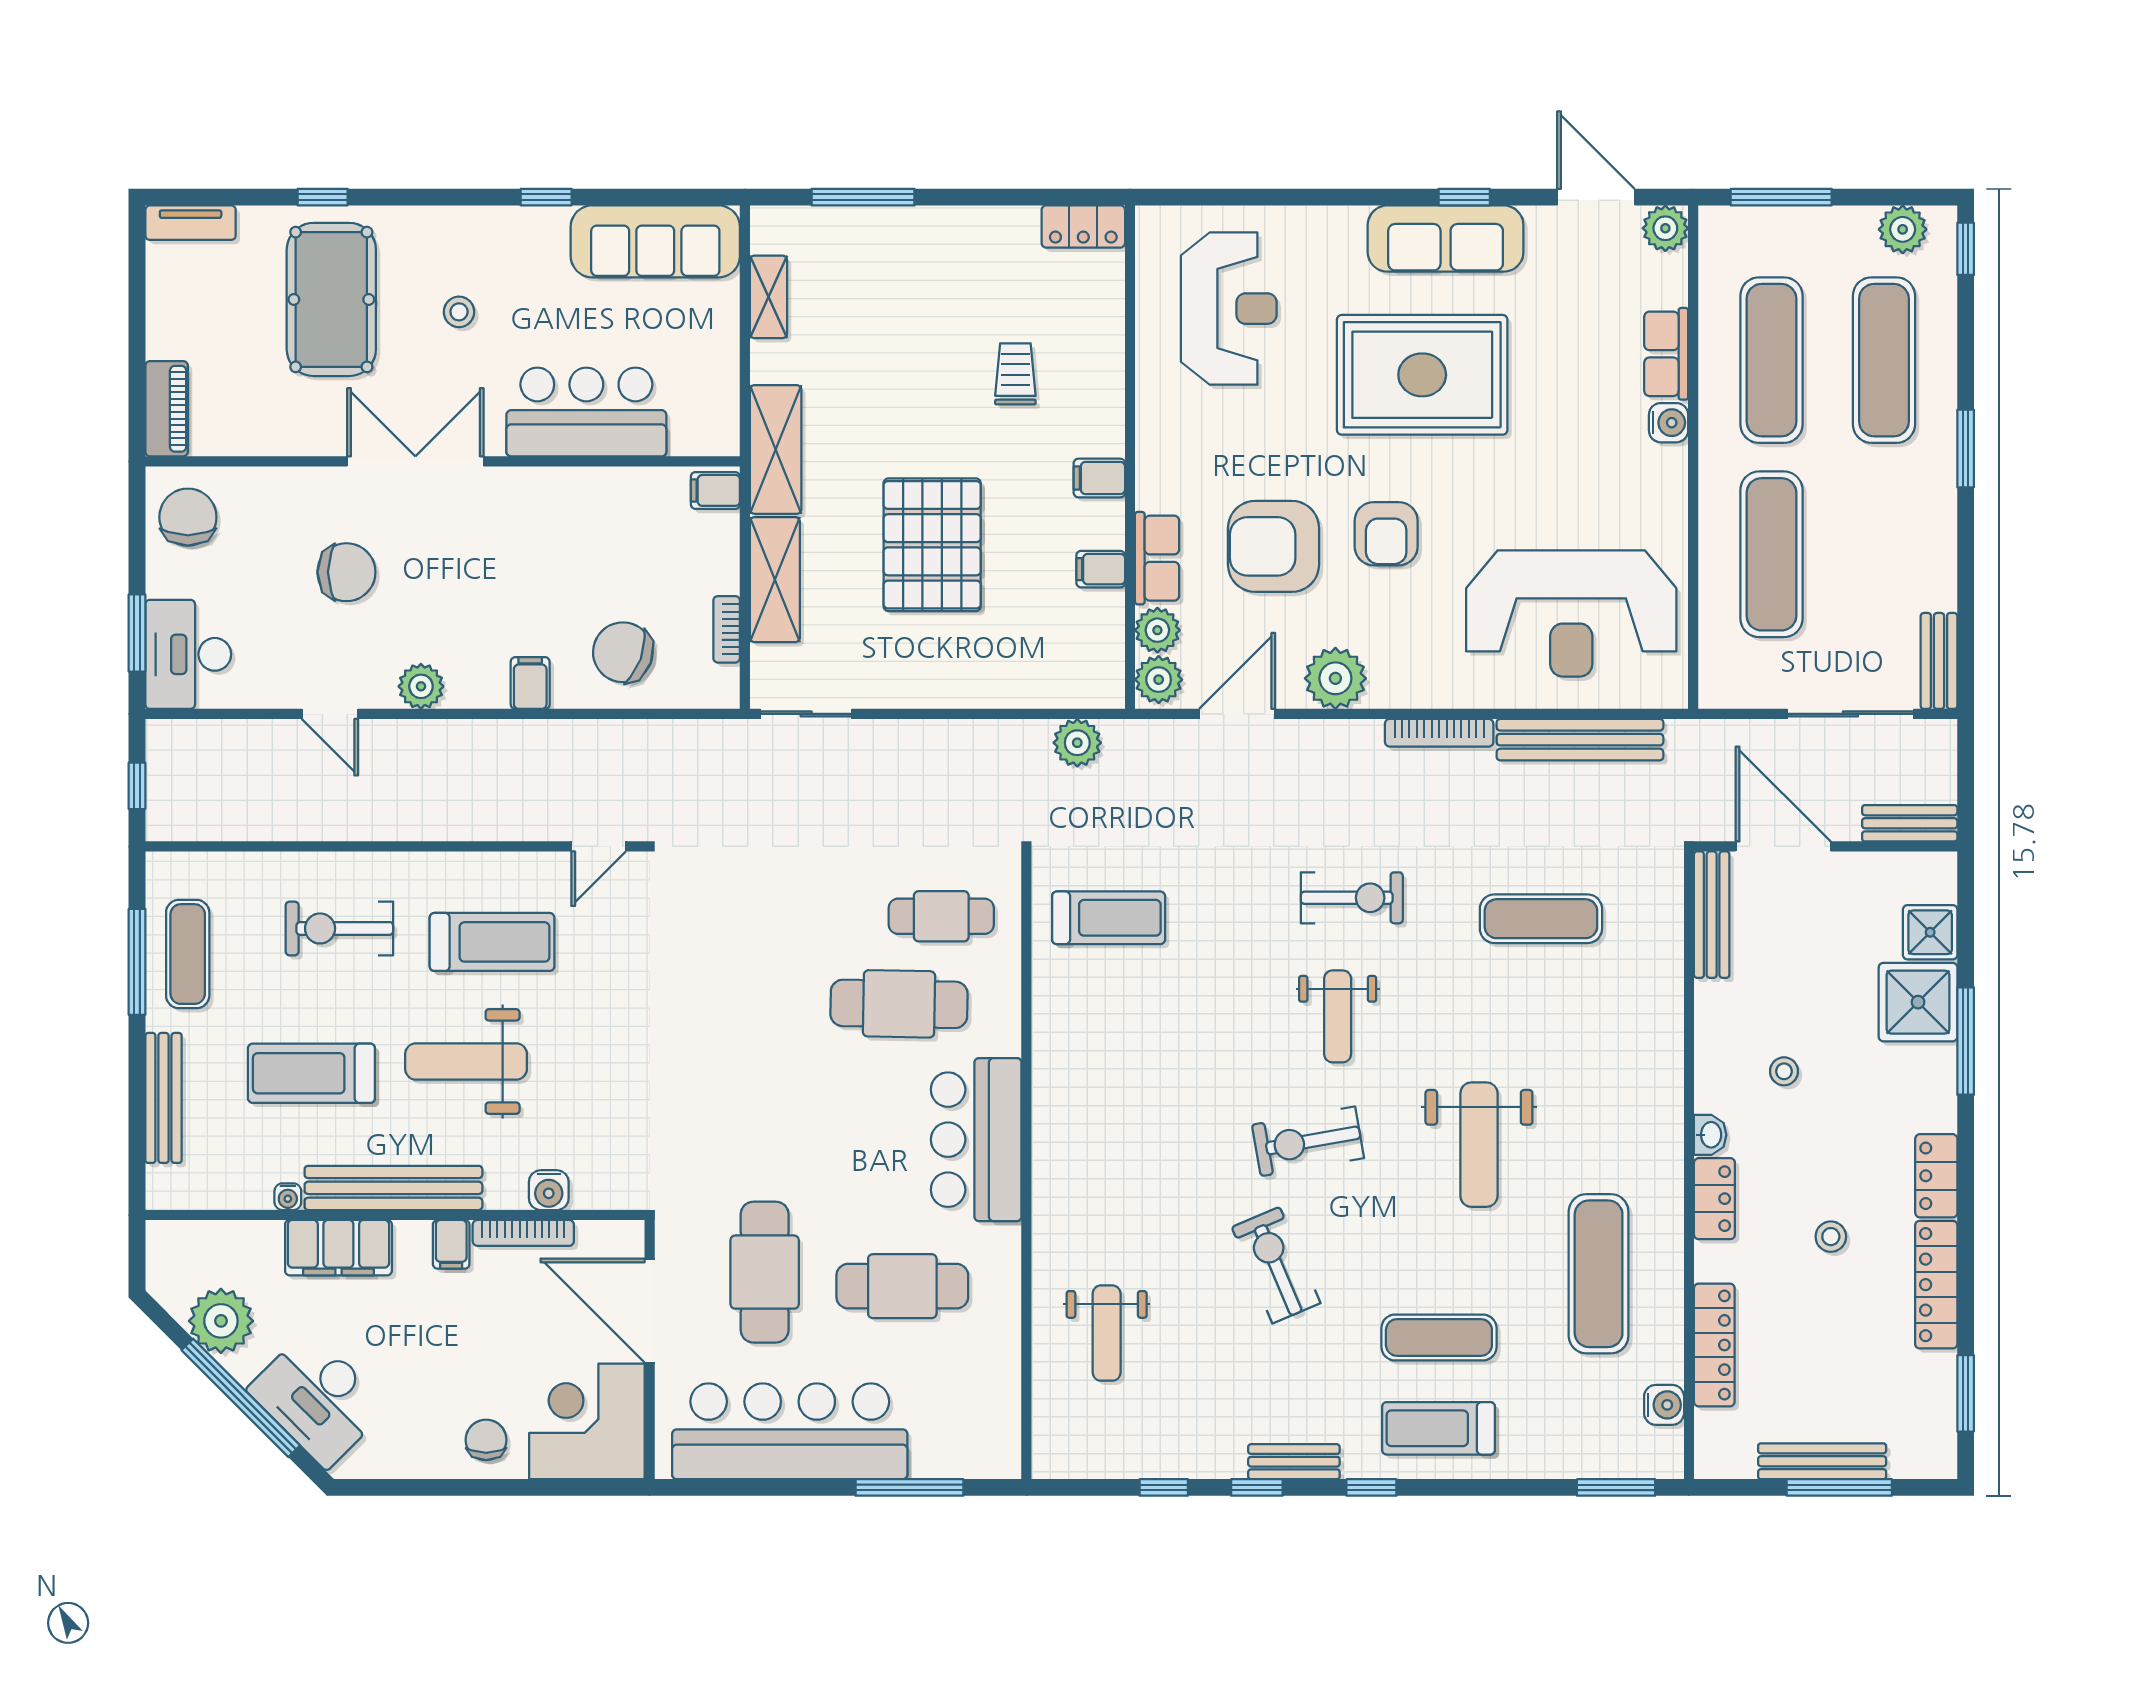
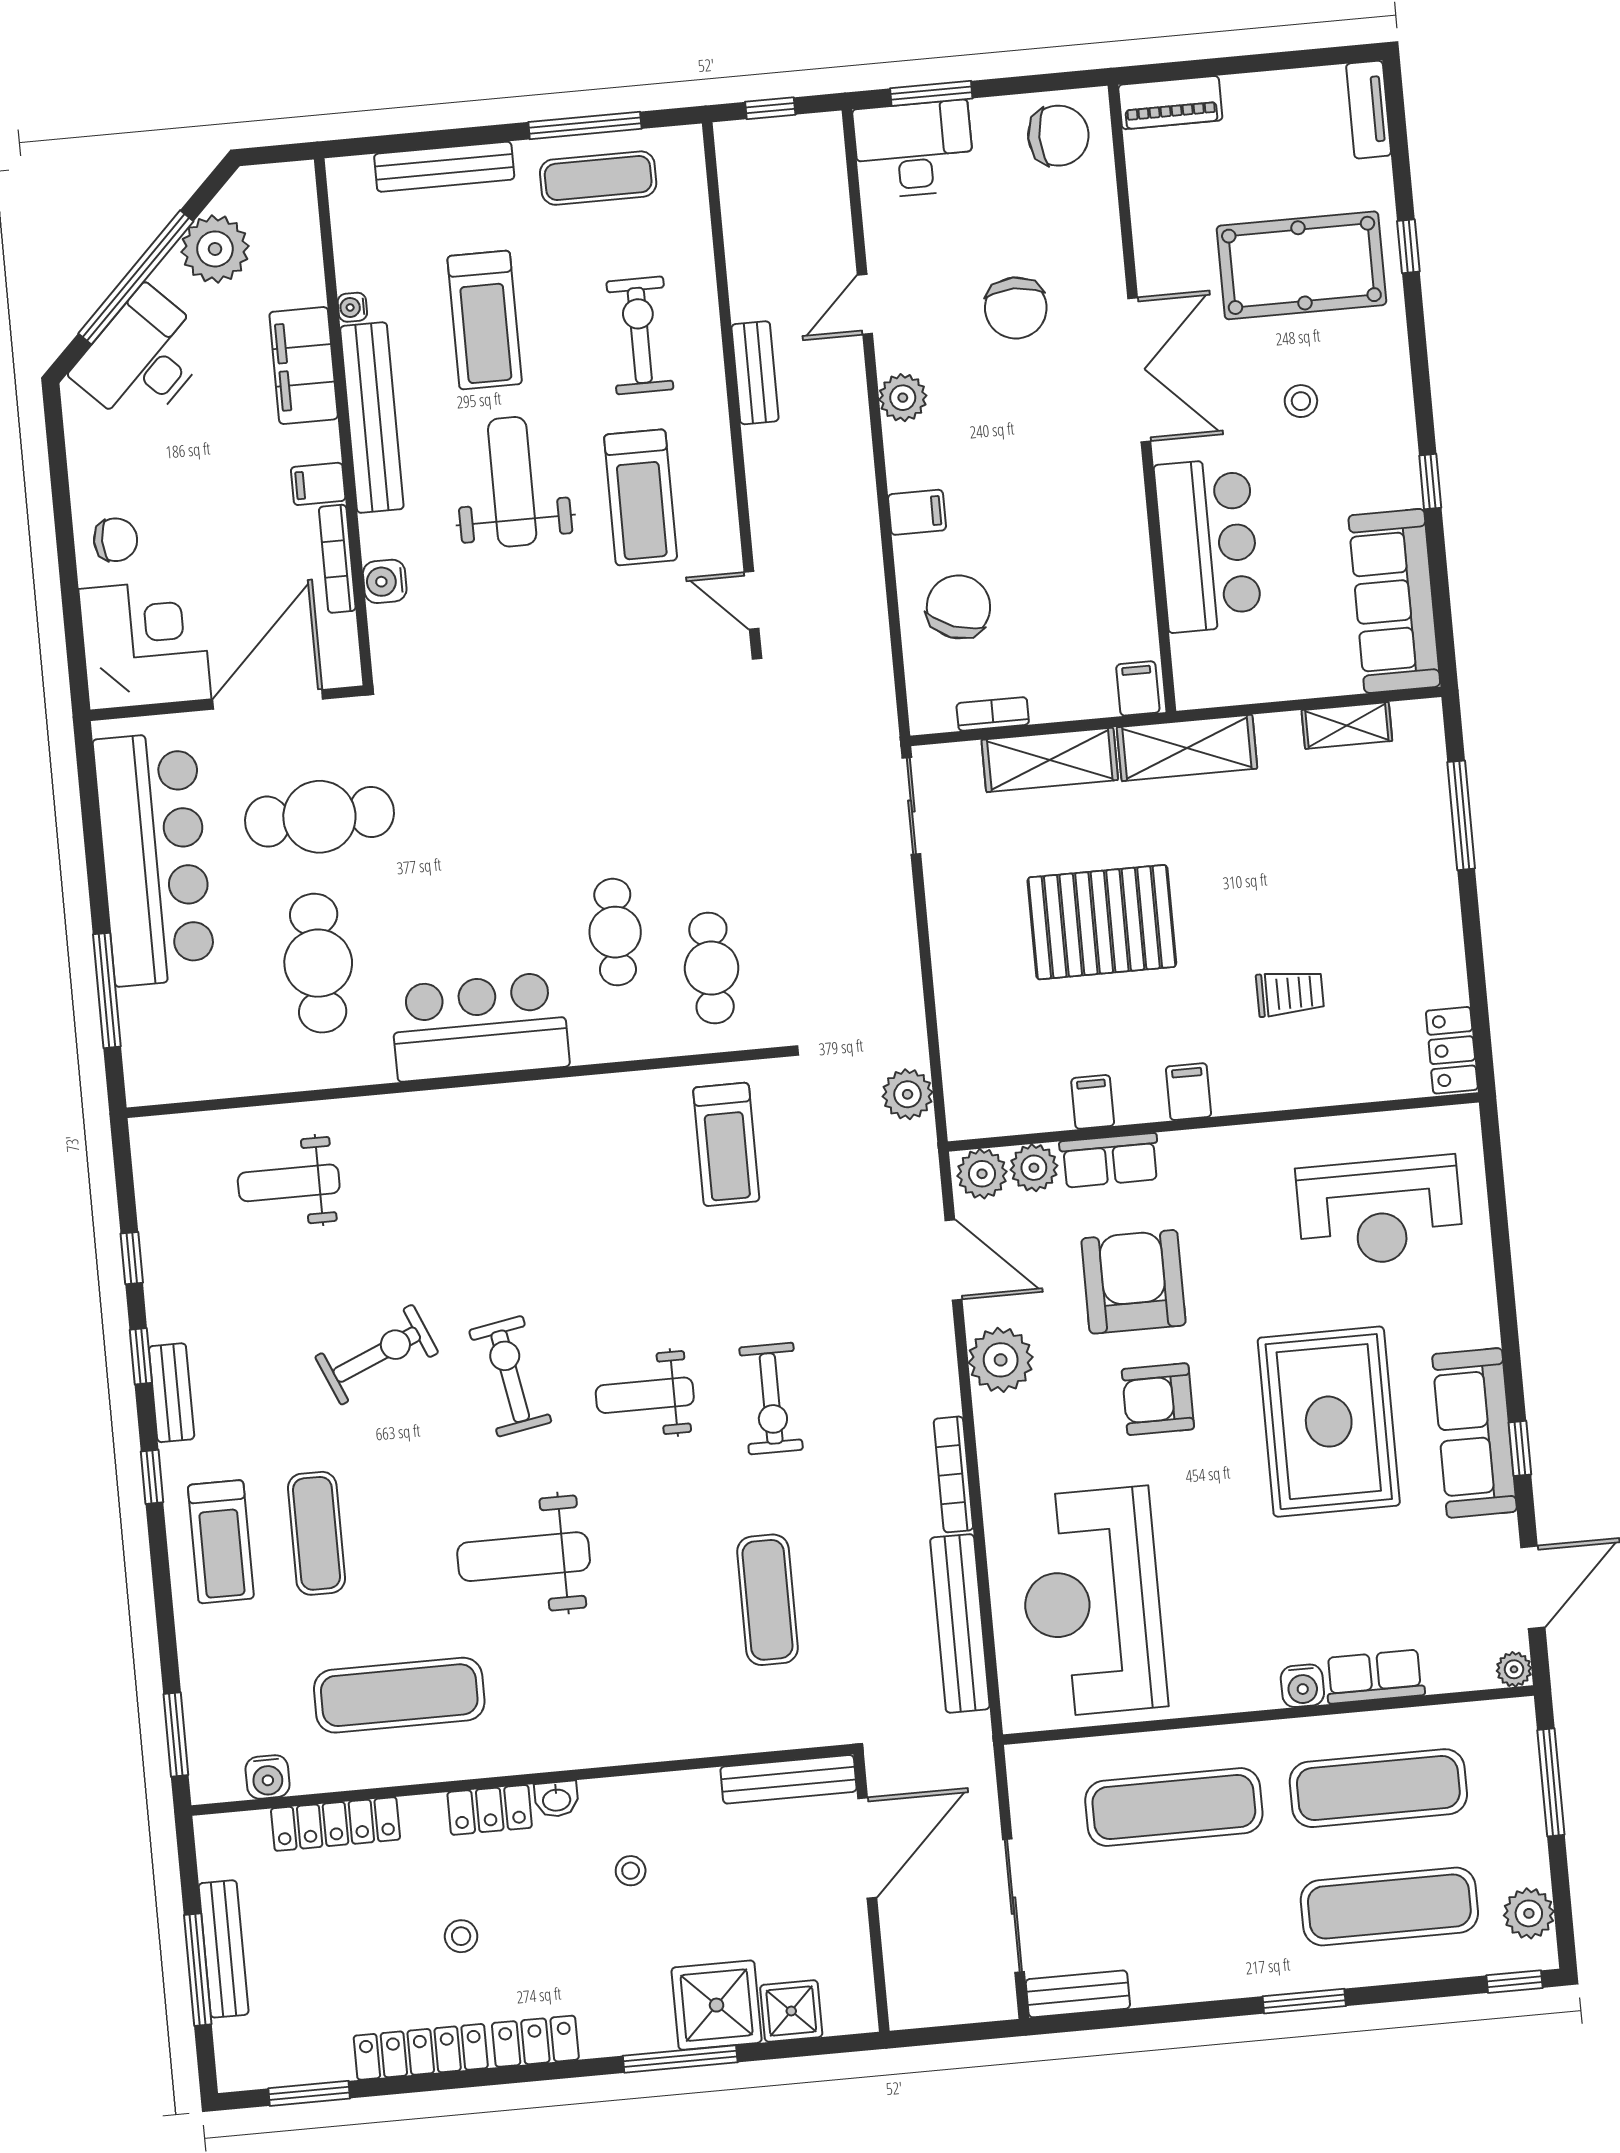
plant: (1665, 228) -> (1514, 1669), width x0.73, depth x0.73
bench: (1910, 823) -> (755, 373), moved
cafe table: (899, 1004) -> (615, 932), width x0.73, depth x0.74
treadmill: (311, 1073) -> (485, 320), turned 180
treadmill: (1438, 1428) -> (221, 1542), turned 180

